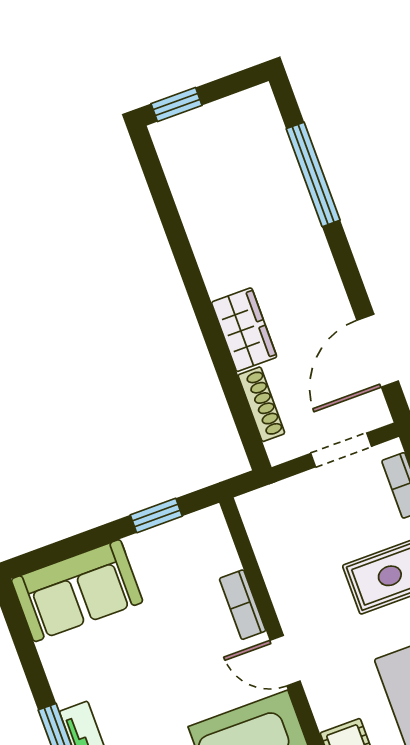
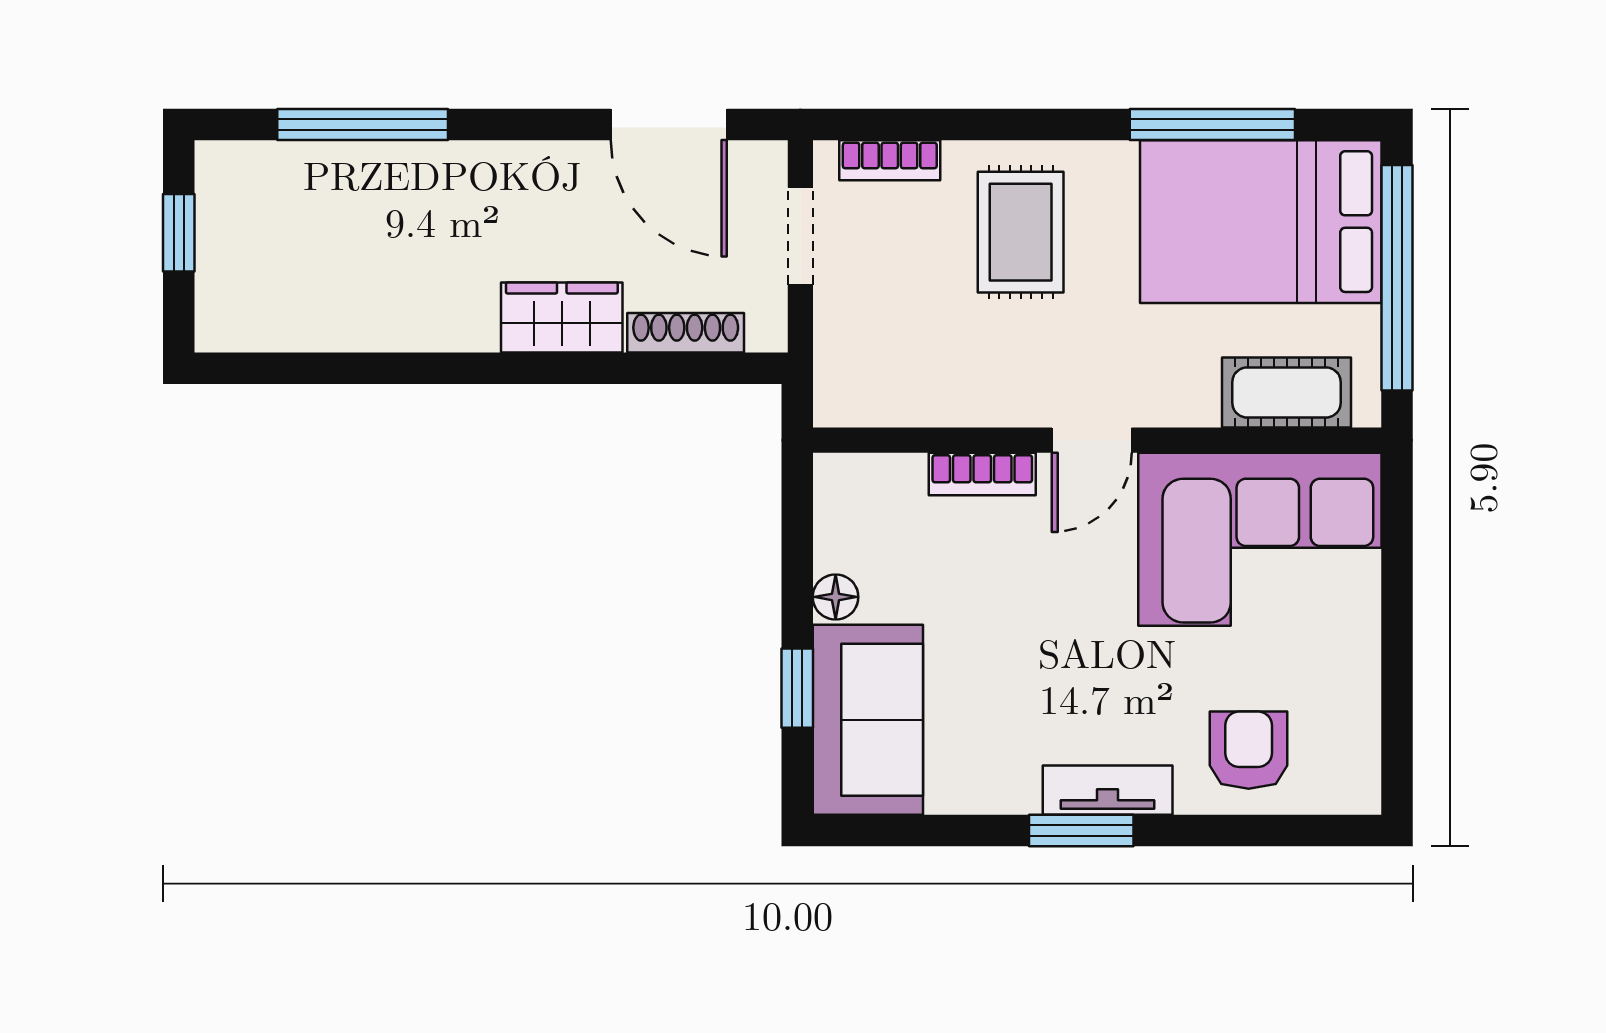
window: (177, 104) -> (179, 233), moved
window: (156, 516) -> (797, 688), moved
floor lamp: (141, 546) -> (836, 597), added

